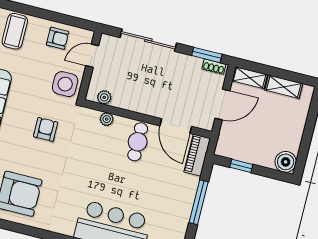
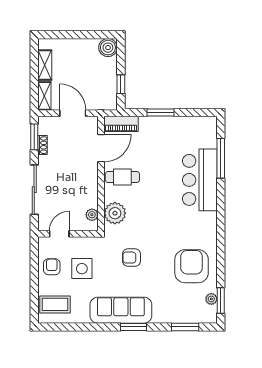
door: (92, 56) -> (59, 234), swing flipped
shoe rack: (214, 67) -> (43, 145), moved
side table: (65, 84) -> (82, 269), moved
plant: (107, 119) -> (115, 213), width x1.88, depth x1.88
window: (199, 202) -> (161, 113), width x0.69

